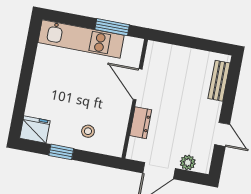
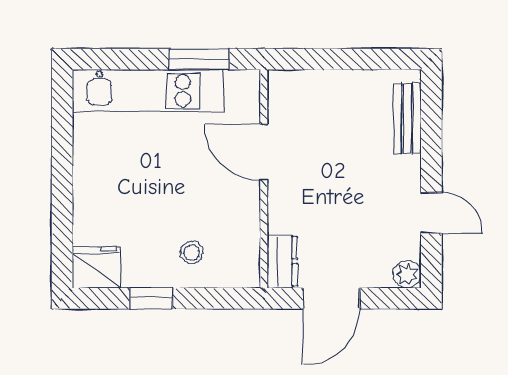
dresser: (141, 123) -> (282, 261), moved
plant: (188, 163) -> (407, 274), moved

